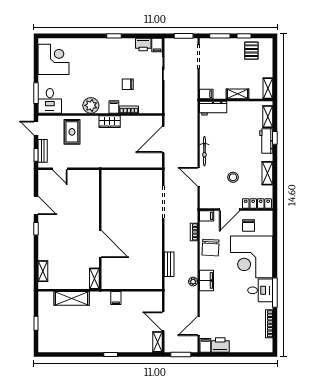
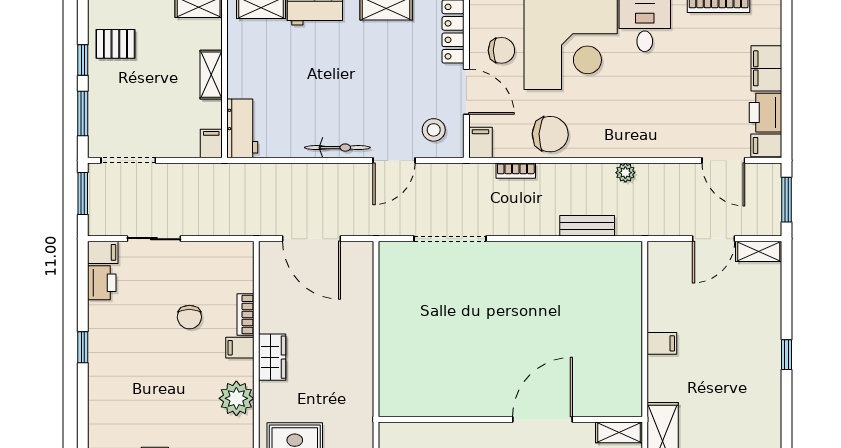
stool: (233, 177) -> (434, 130), moved
wall: (100, 230) -> (510, 419), moved
door: (100, 244) -> (543, 419), moved
shelving: (94, 279) -> (619, 432), moved
filing cabinet: (207, 280) -> (766, 68), moved, turned -90

